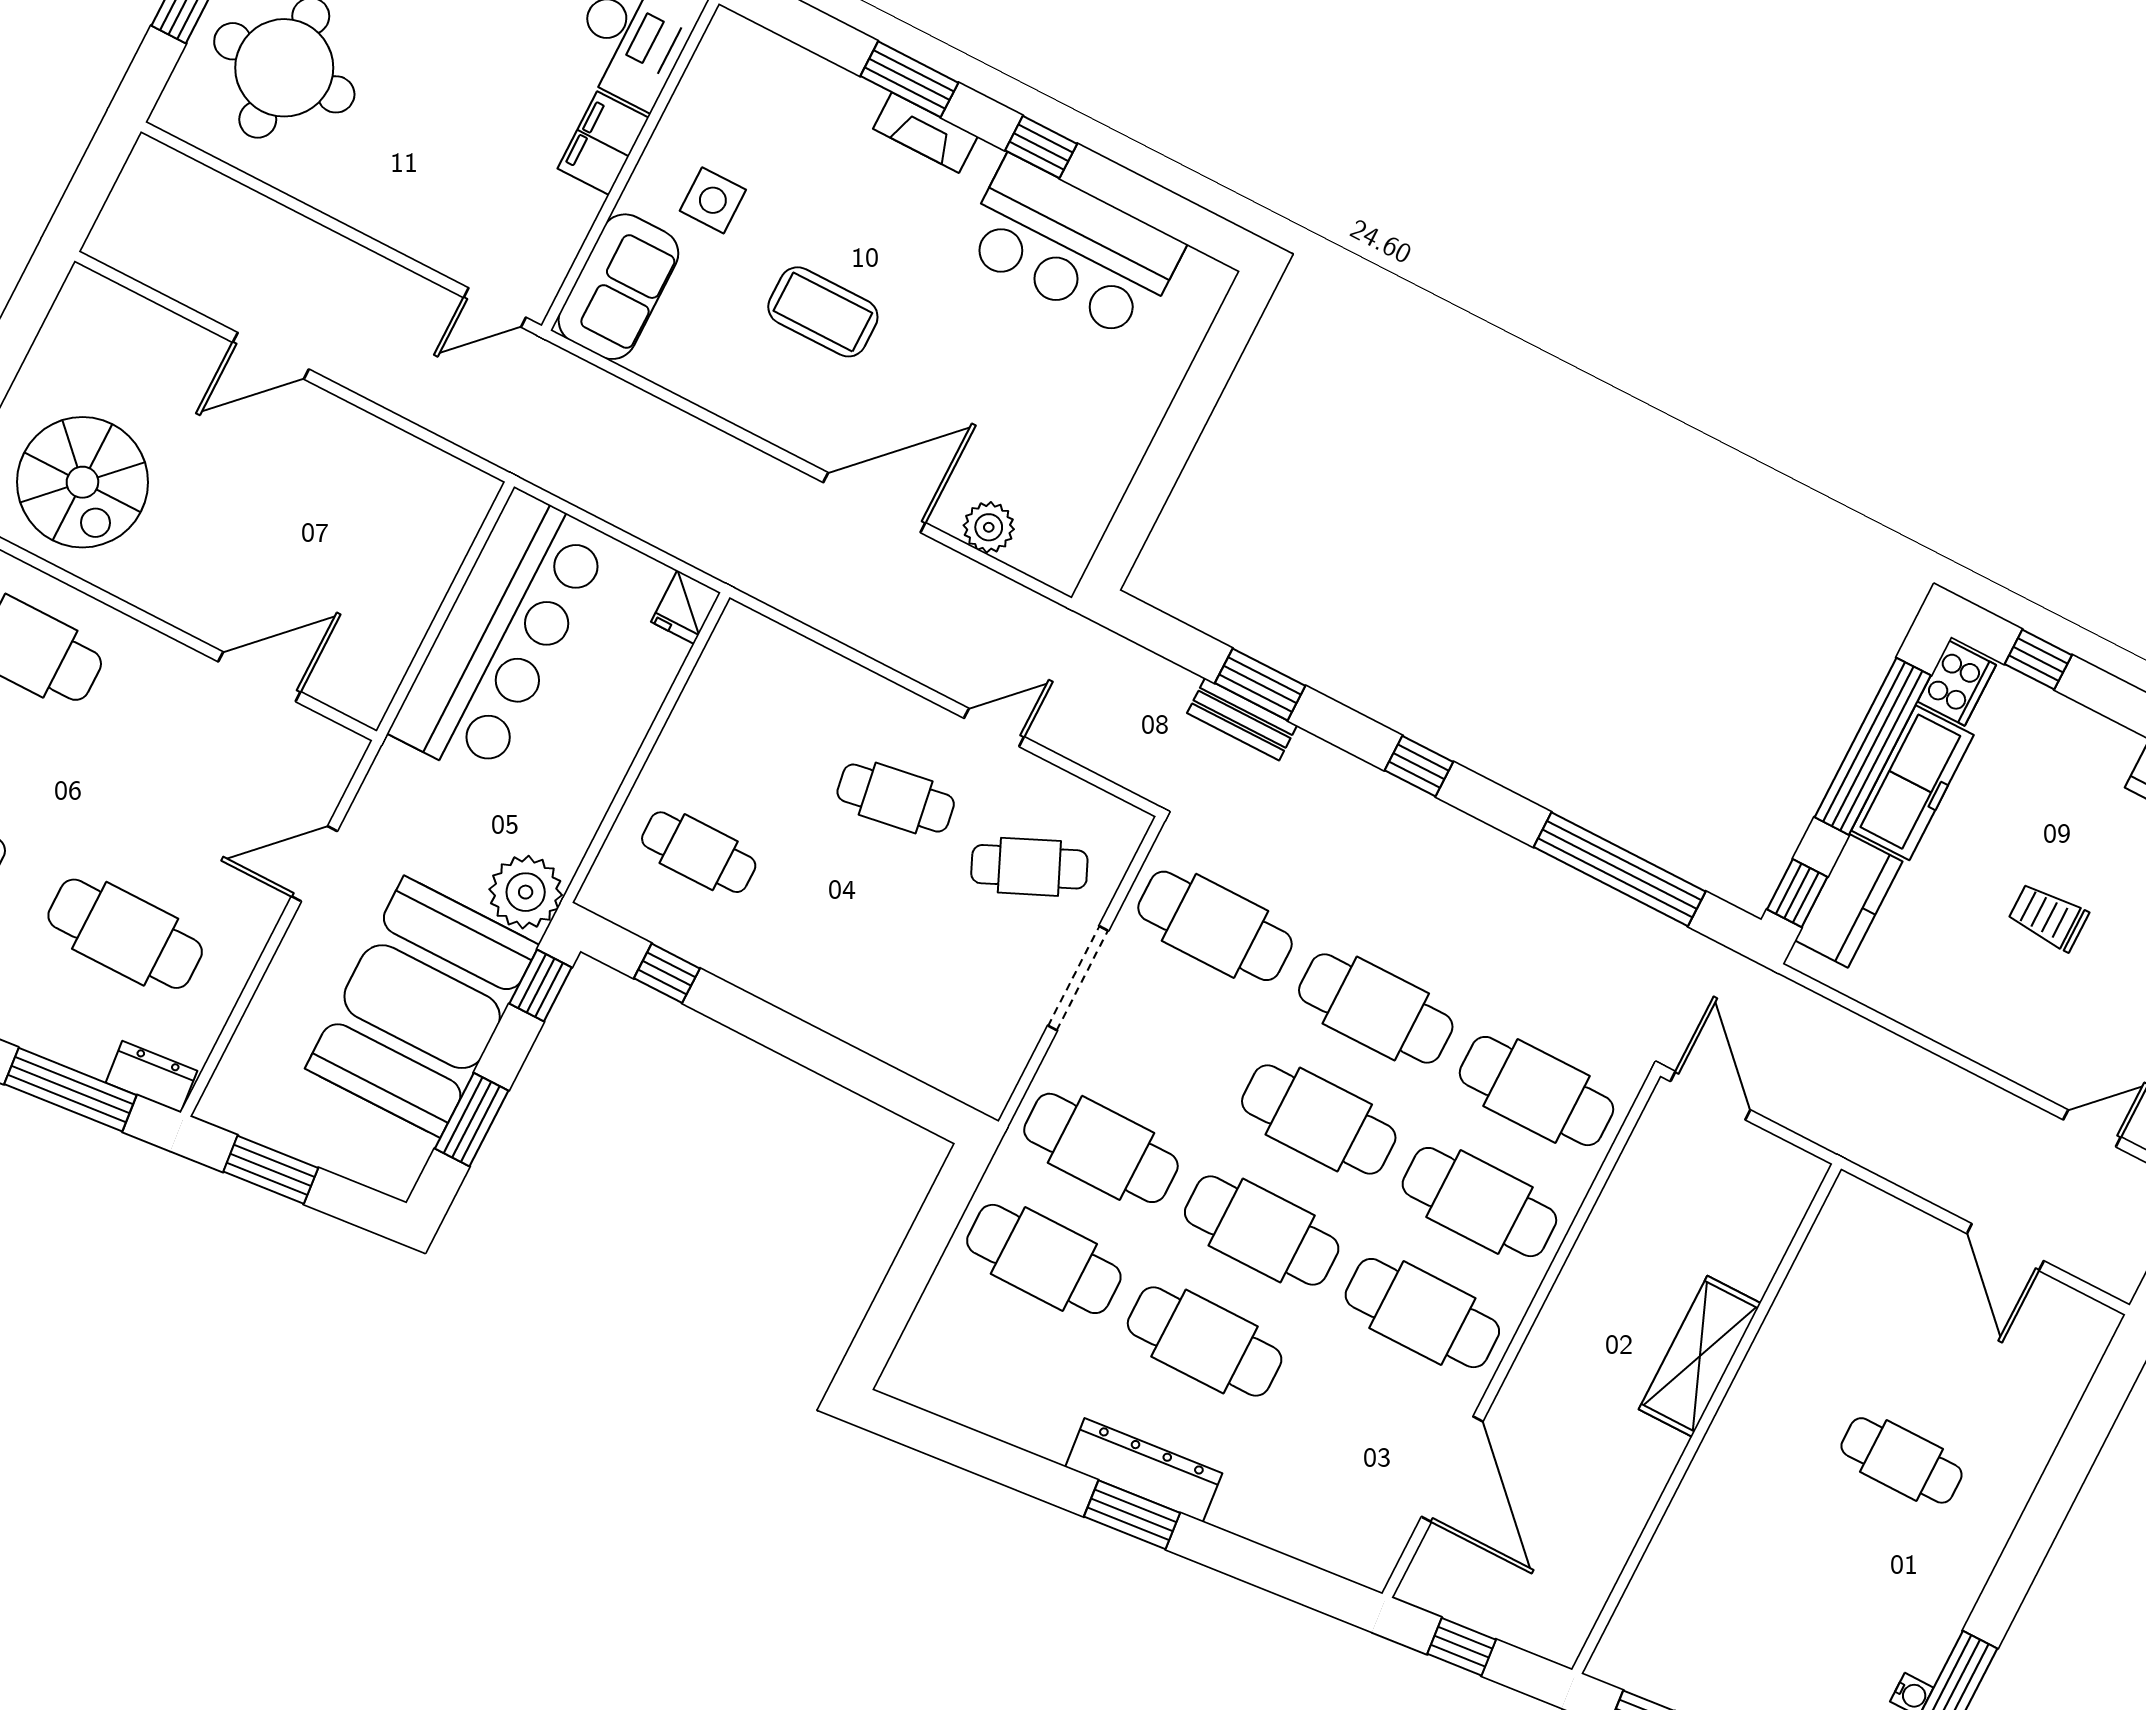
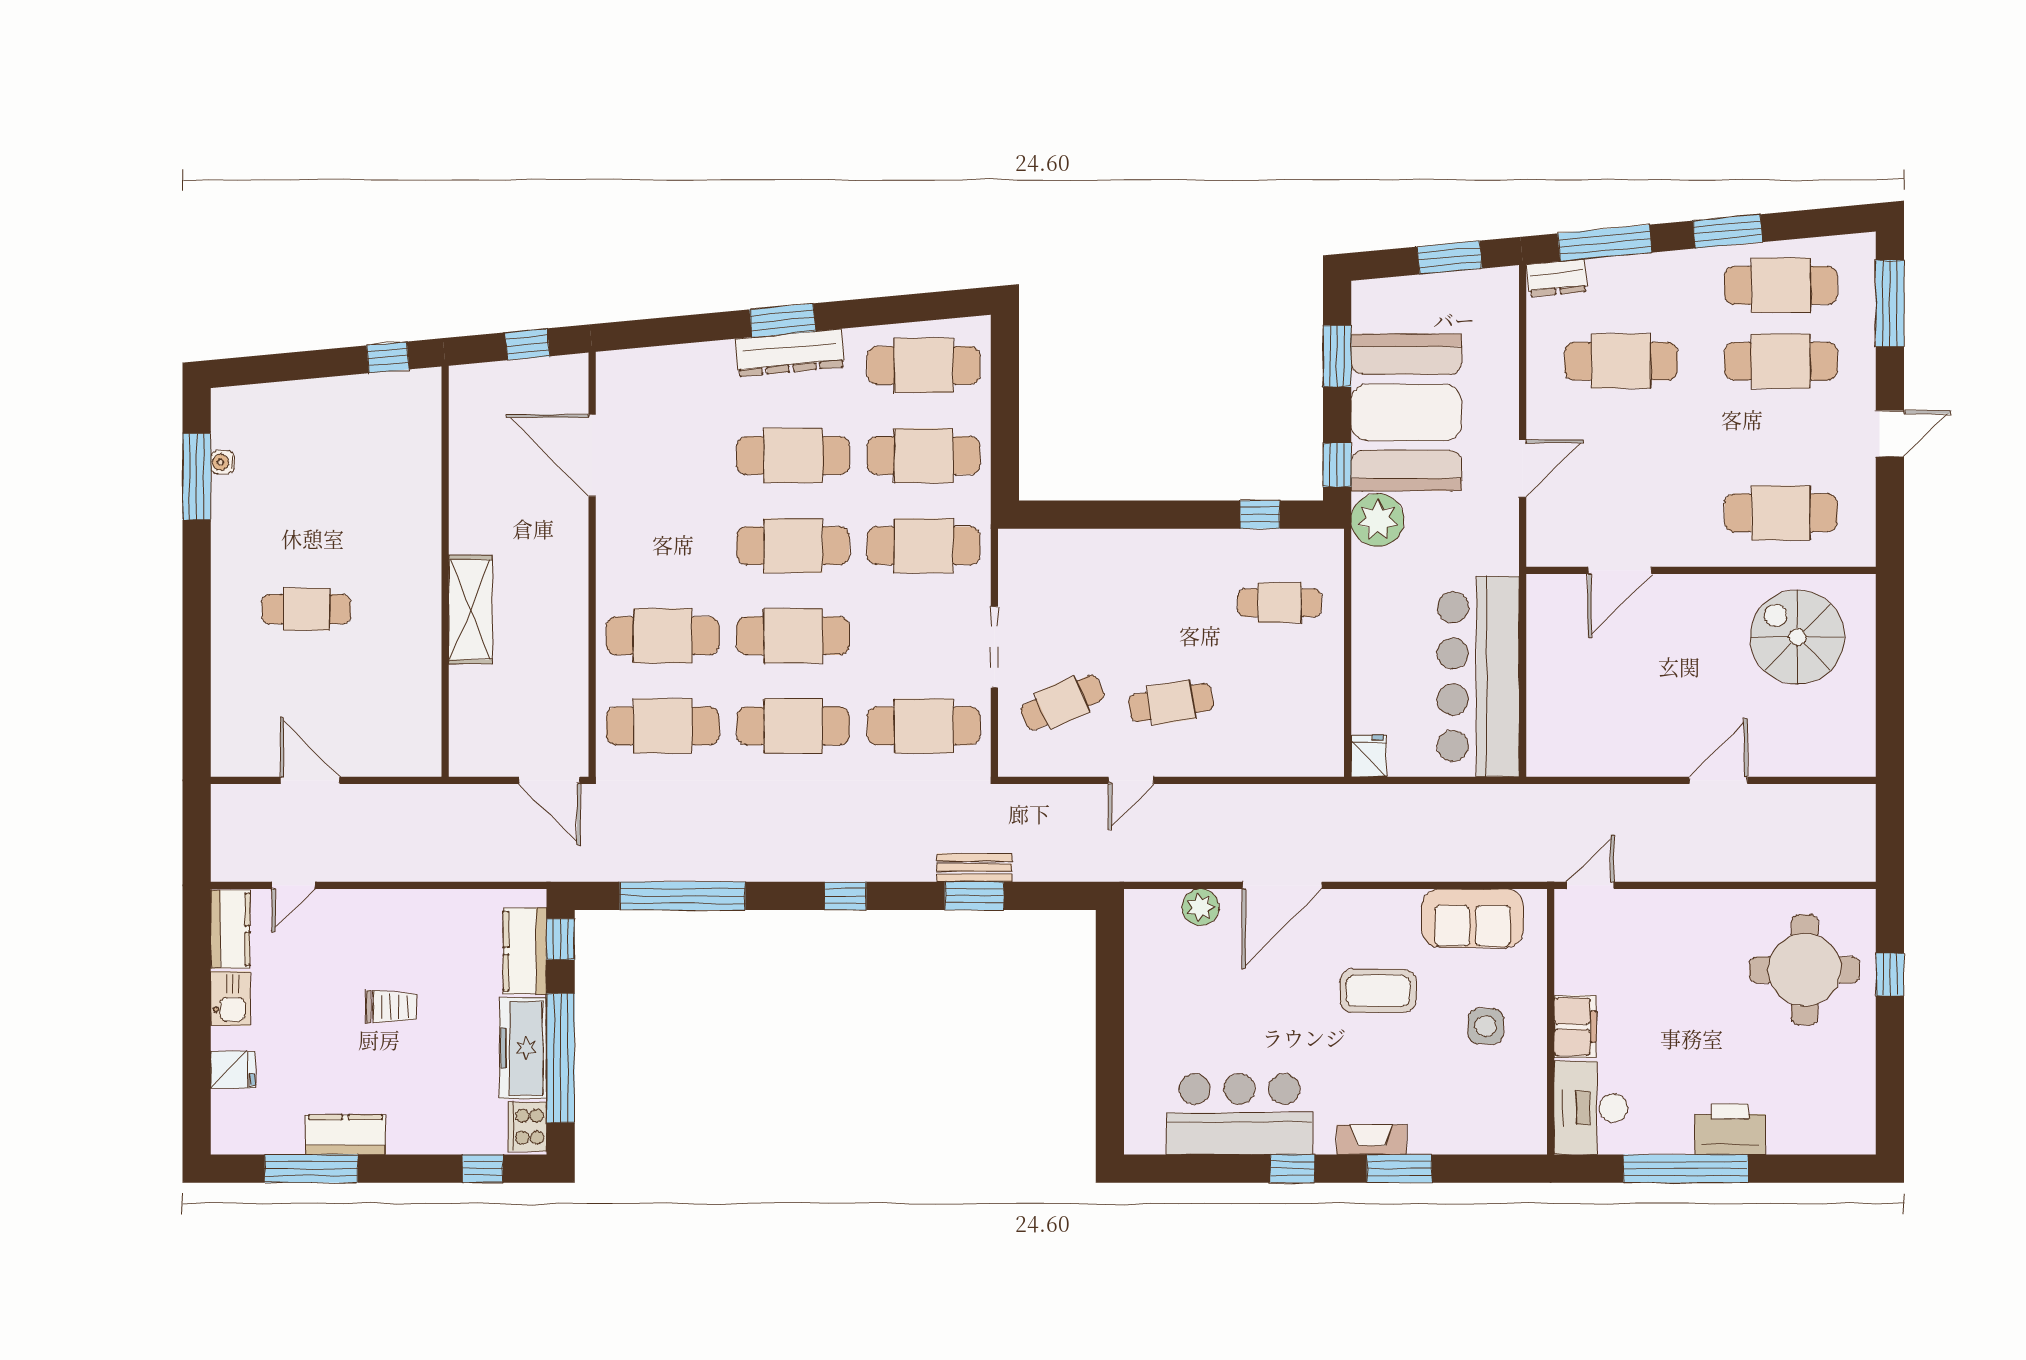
sofa: (618, 287) -> (1473, 918), moved, turned -90
cafe table: (1422, 1313) -> (924, 365), moved

